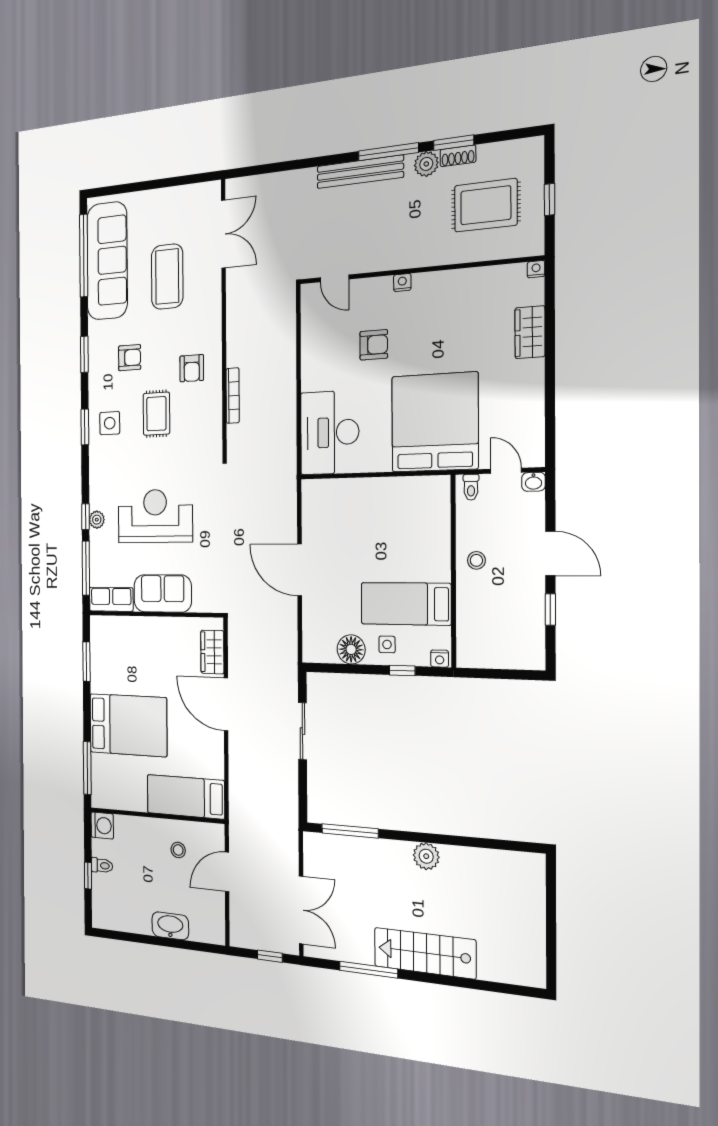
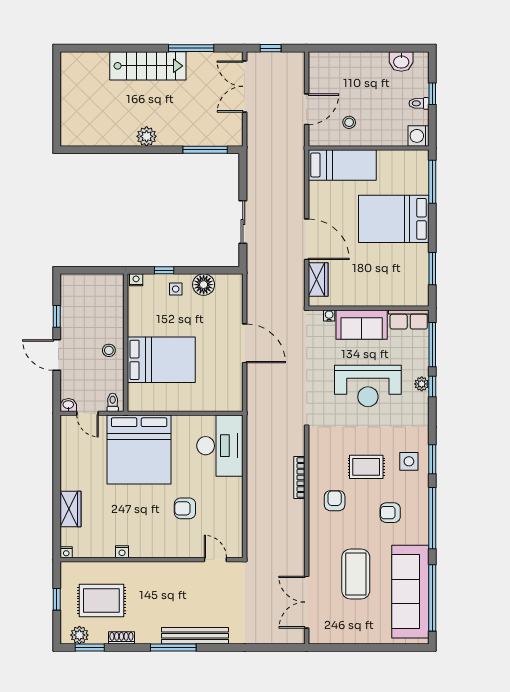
window: (454, 143) -> (90, 648), moved
plant: (426, 164) -> (79, 635), moved
nightstand: (402, 282) -> (122, 552), moved
window: (84, 354) -> (432, 518), width x2.11
rug: (156, 414) -> (366, 467), turned 90
bed: (406, 604) -> (161, 360), moved, width x1.50
water cooler: (199, 606) -> (329, 315), added
washbasin: (170, 926) -> (401, 61), moved, width x0.72

